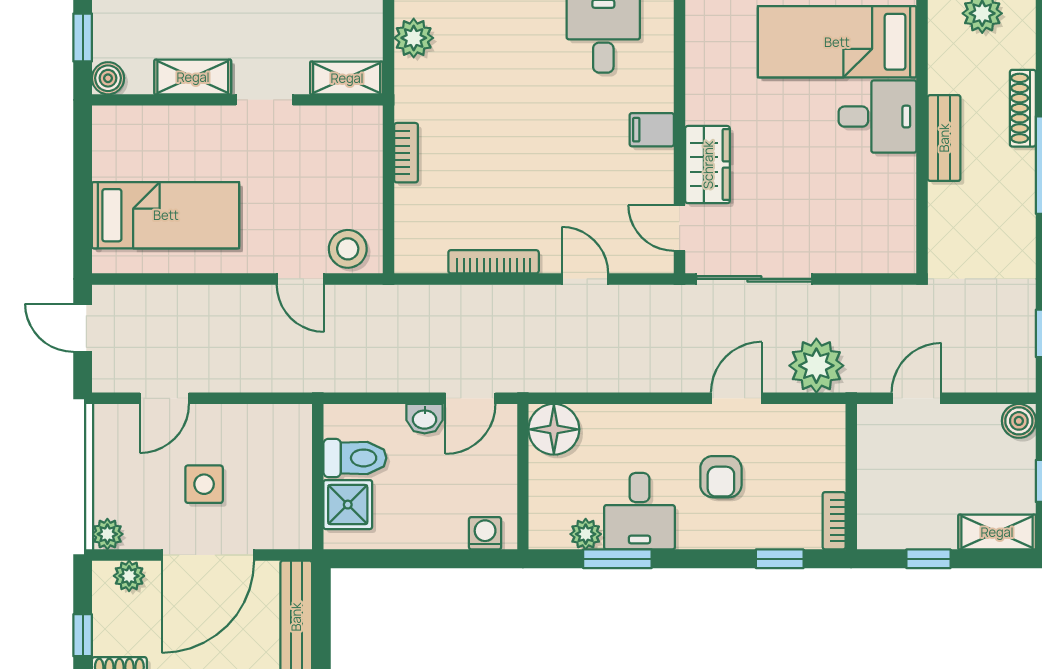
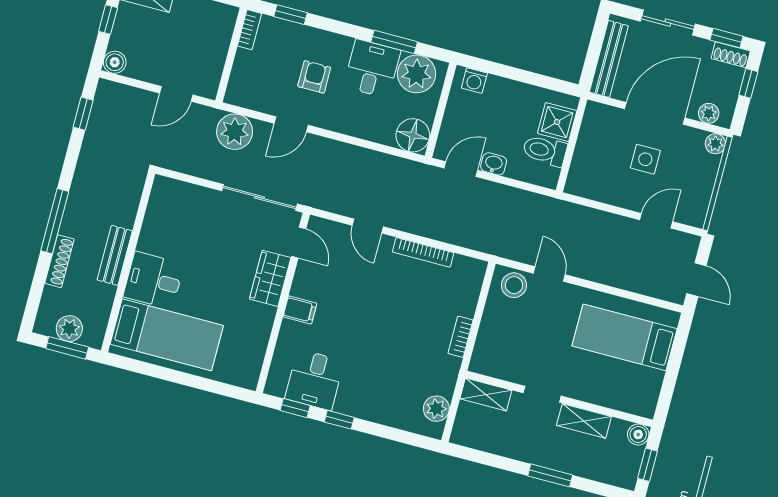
plant: (586, 534) -> (417, 74), width x1.88, depth x1.88

